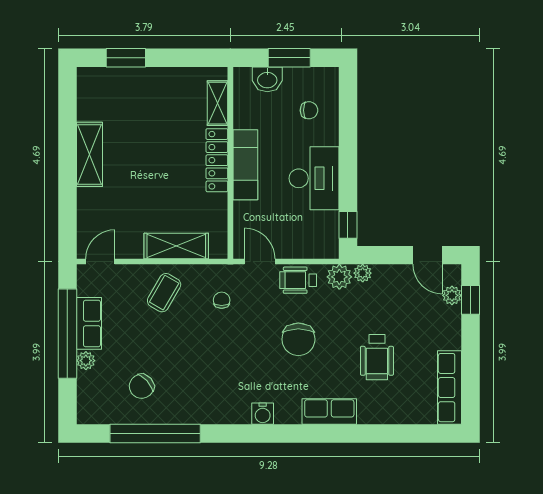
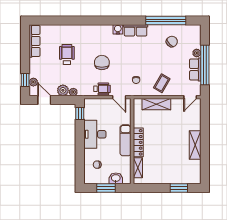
plant: (339, 277) -> (63, 90), moved
row of seats: (329, 411) -> (136, 30), moved

